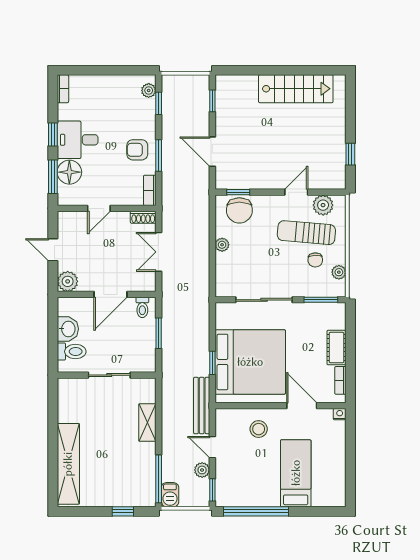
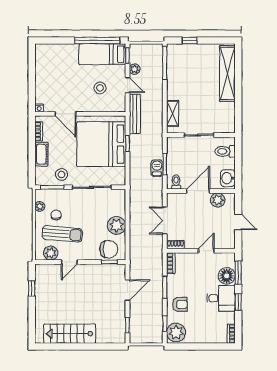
plant: (149, 90) -> (176, 332), width x1.87, depth x1.87
armchair: (137, 150) -> (180, 304), moved
door: (212, 152) -> (127, 290), hinge flipped
chair: (239, 210) -> (109, 249), turned 90
plant: (222, 245) -> (117, 225), width x1.88, depth x1.88
double door: (159, 252) -> (165, 221), swing flipped
plant: (68, 281) -> (218, 200), moved
stool: (307, 318) -> (62, 174), added
washbasin: (68, 329) -> (228, 178), moved
shelving: (147, 422) -> (173, 113), moved
stool: (259, 429) -> (100, 88), moved
bed: (296, 473) -> (102, 54), moved, turned 90
barbecue: (170, 495) -> (157, 168), moved

